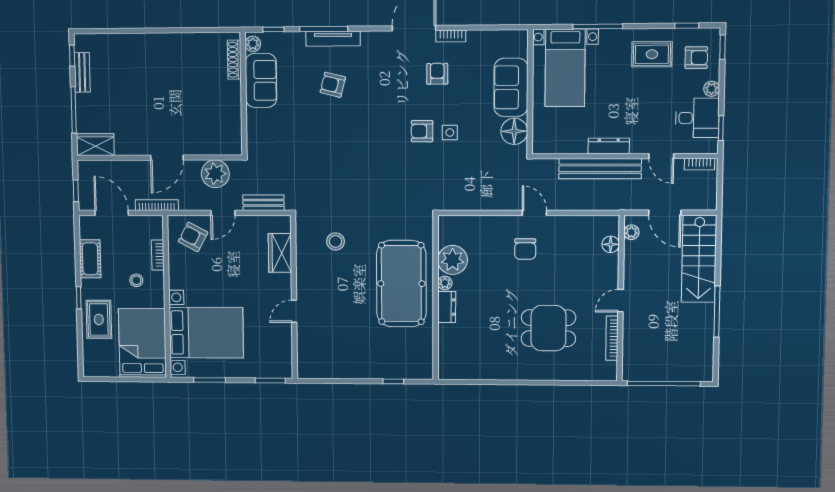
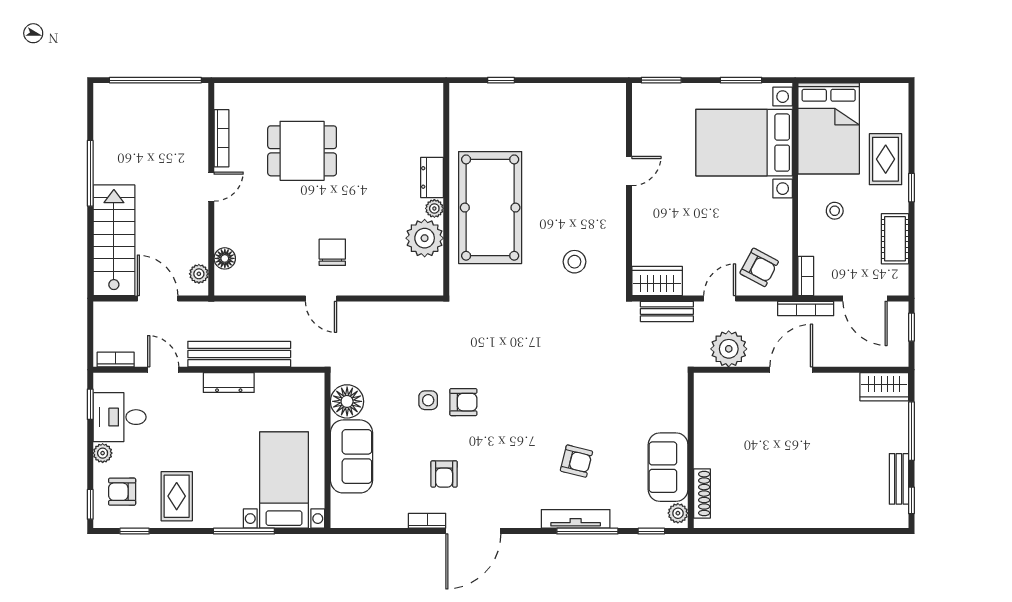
rug: (652, 54) -> (177, 496), turned 90
wardrobe: (280, 253) -> (657, 281), moved, turned -90
bookcase: (158, 255) -> (806, 276), moved

